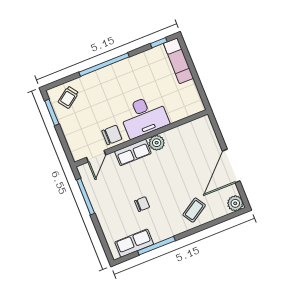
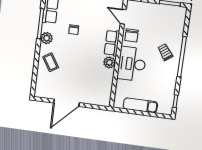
exam couch: (178, 61) -> (140, 105), moved
trolley: (68, 97) -> (165, 52), moved
door: (231, 166) -> (66, 103), swing flipped
plant: (235, 203) -> (47, 38), moved

